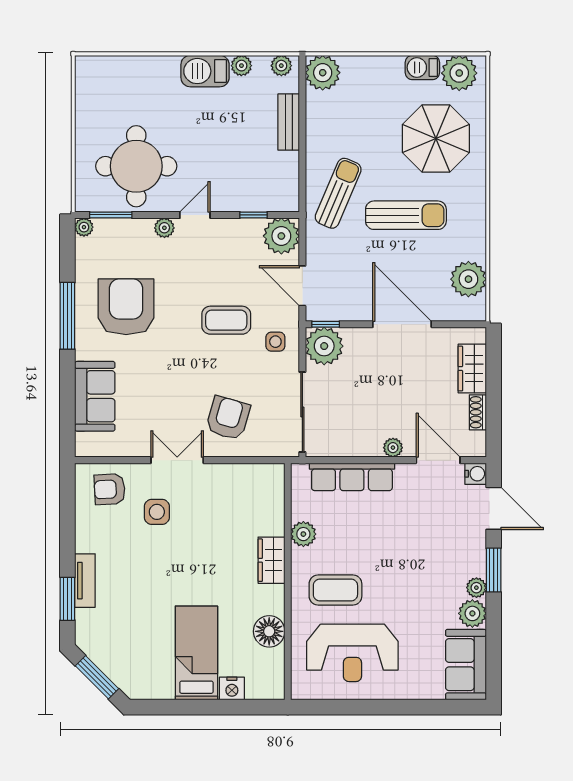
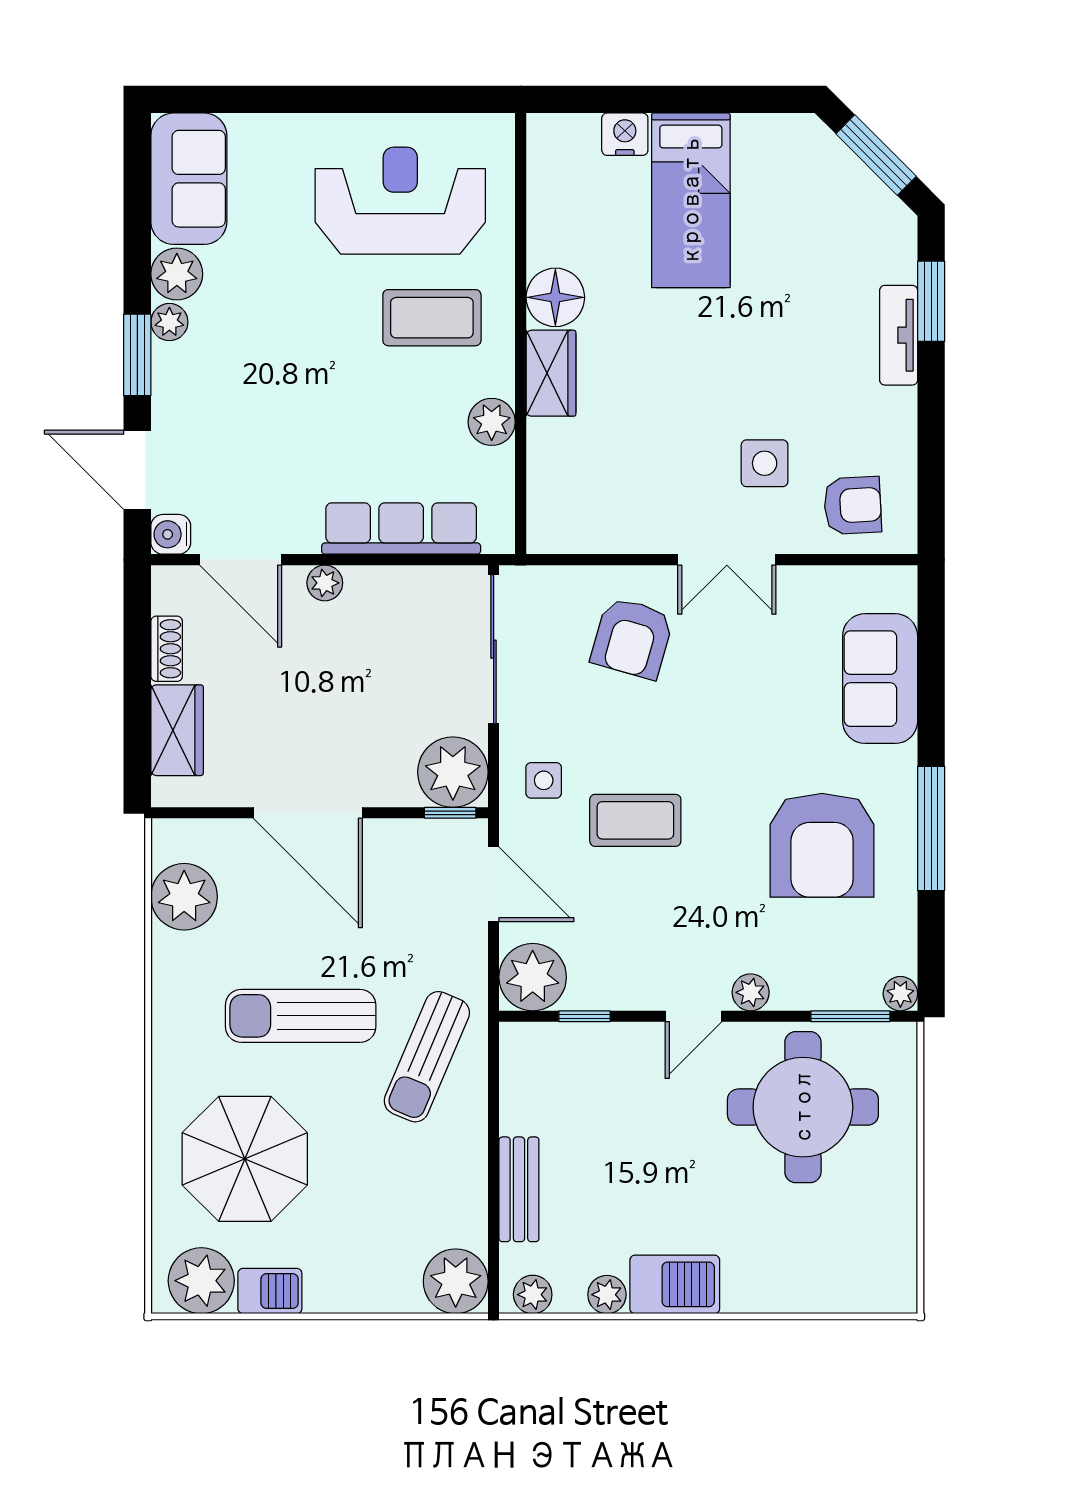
floor lamp: (269, 631) -> (555, 297), moved

